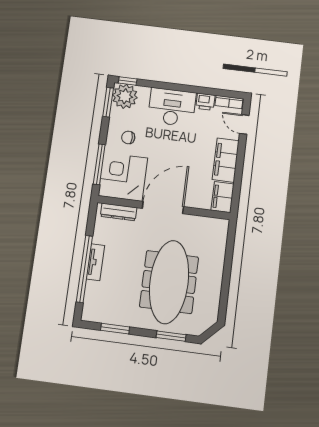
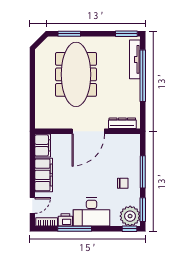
window: (195, 89) -> (75, 229), added
door: (244, 124) -> (32, 205), hinge flipped
window: (99, 164) -> (143, 172), moved
corner desk: (123, 177) -> (123, 151), removed
tv unit: (95, 262) -> (135, 59), moved, width x1.41
window: (115, 329) -> (126, 34), moved

